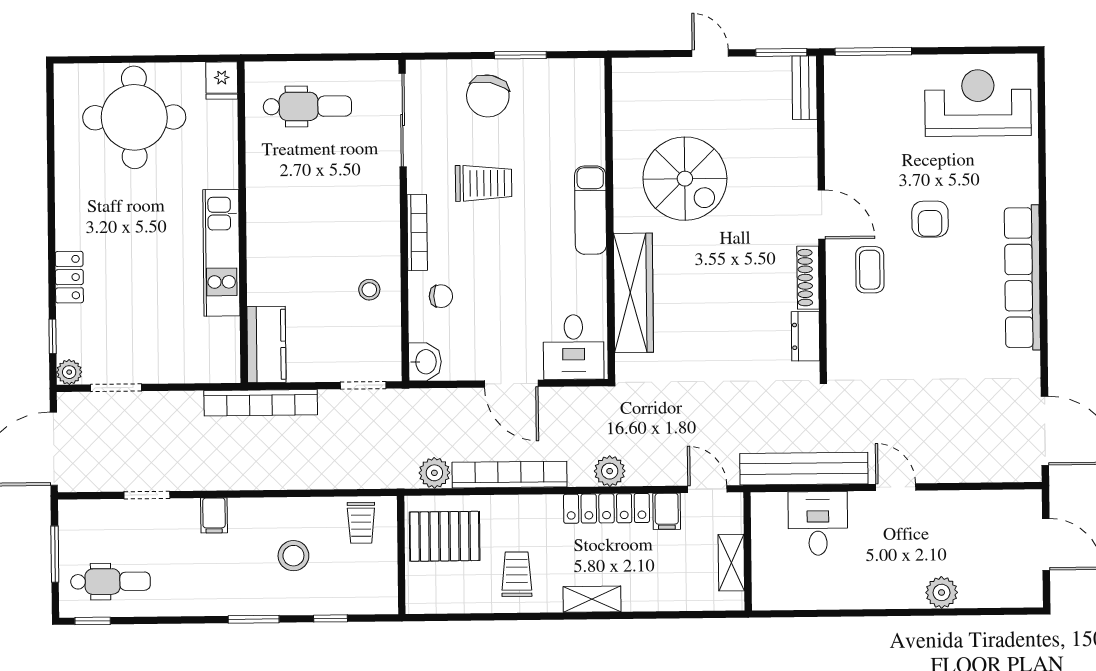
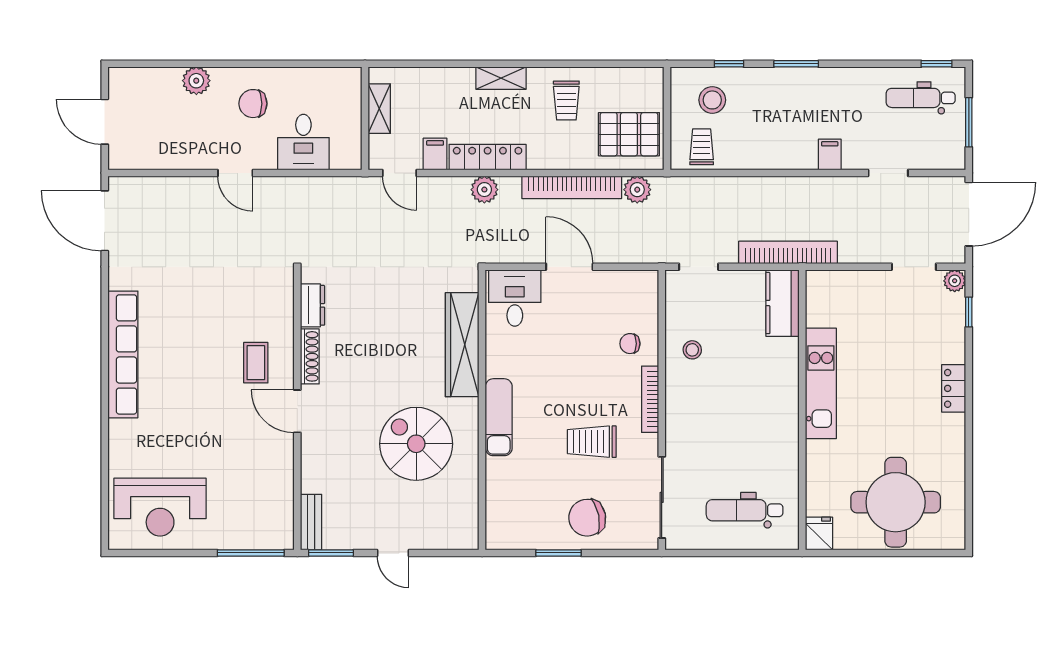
chair: (488, 96) -> (587, 518), turned -113
armchair: (930, 219) -> (203, 406), removed
locker: (69, 277) -> (954, 388), moved
washbasin: (425, 362) -> (644, 286), removed
bench: (804, 469) -> (315, 190), removed
stool: (293, 556) -> (712, 100), moved
chair: (876, 567) -> (253, 104), added

